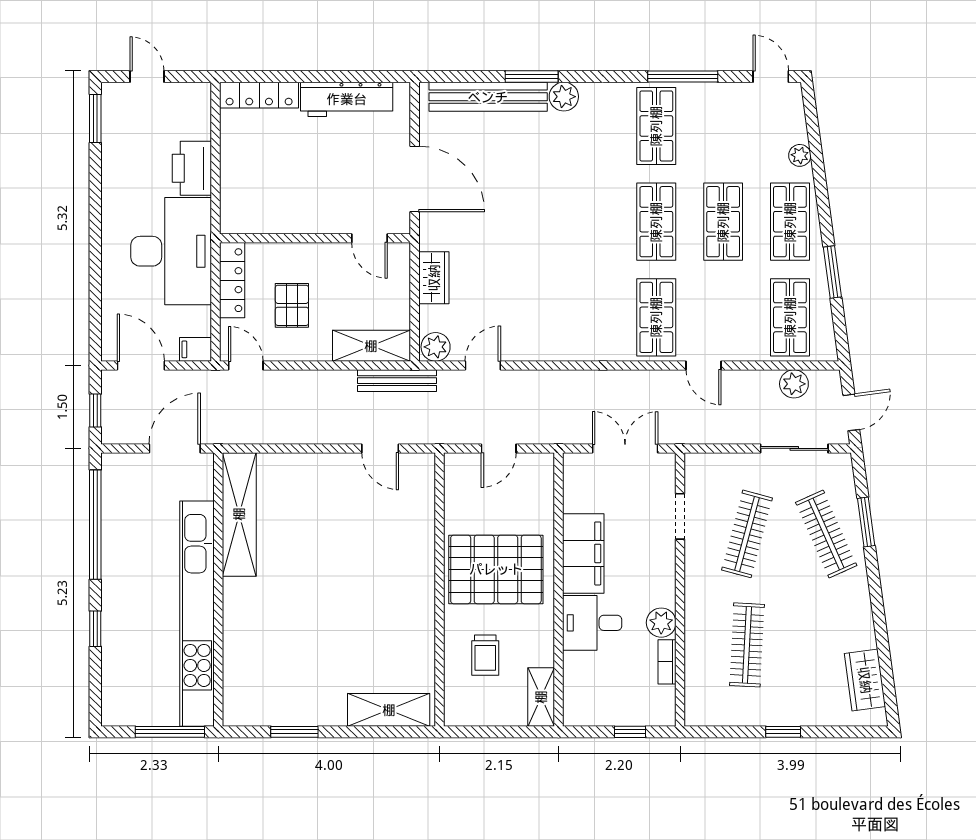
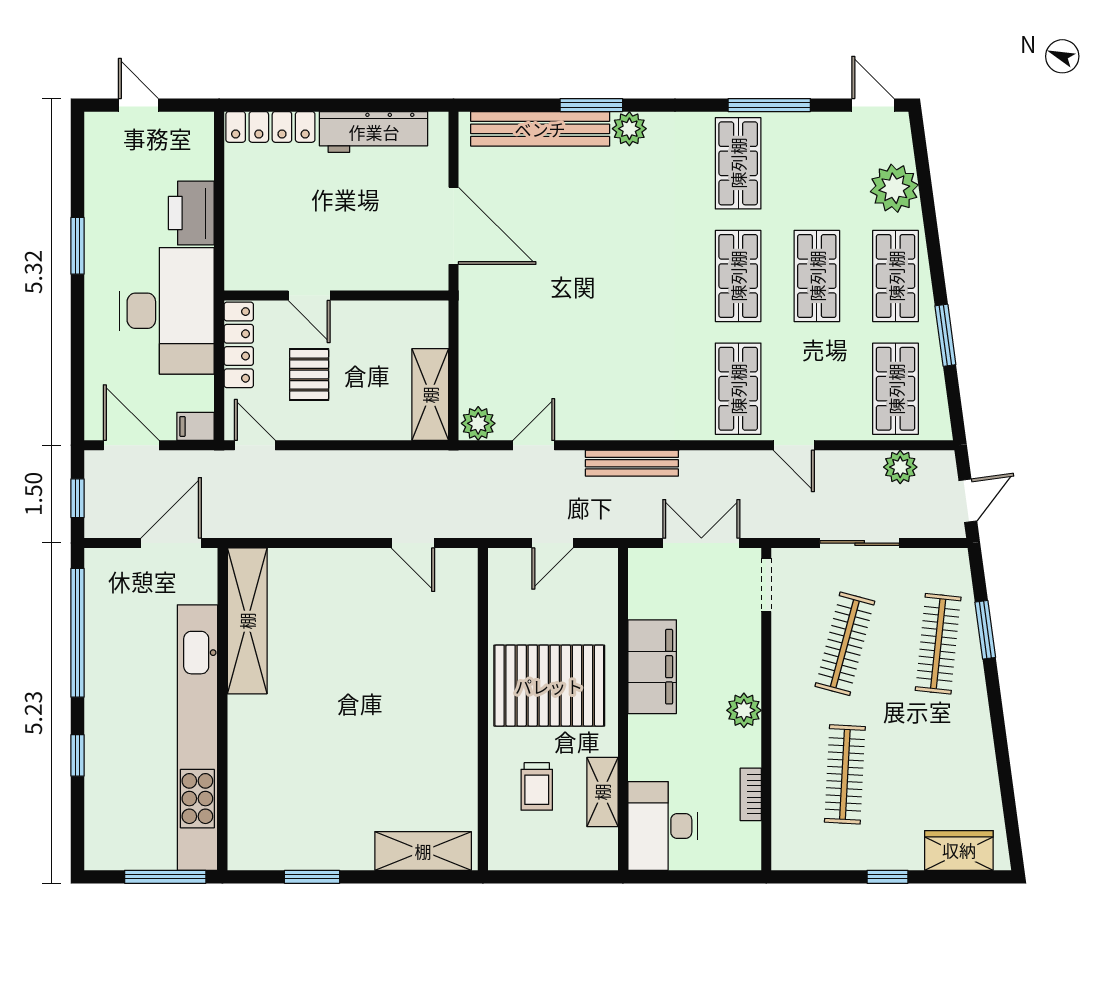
window: (95, 119) -> (77, 246), moved
plant: (800, 155) -> (894, 188), width x1.88, depth x1.88
door: (369, 238) -> (309, 296), moved
wardrobe: (434, 278) -> (476, 342), removed
shelving: (371, 346) -> (430, 395), moved, turned 90
bench: (397, 381) -> (632, 463), moved
sliding door: (794, 448) -> (860, 543), moved
doorway: (680, 516) -> (766, 585), moved
clothes rail: (826, 534) -> (938, 644), turned 30
desk: (592, 623) -> (663, 826), moved, width x1.37
plant: (661, 623) -> (744, 710), moved
wardrobe: (865, 680) -> (959, 850), moved, turned 98
shelving: (541, 697) -> (602, 792), moved
window: (630, 732) -> (707, 877), removed

